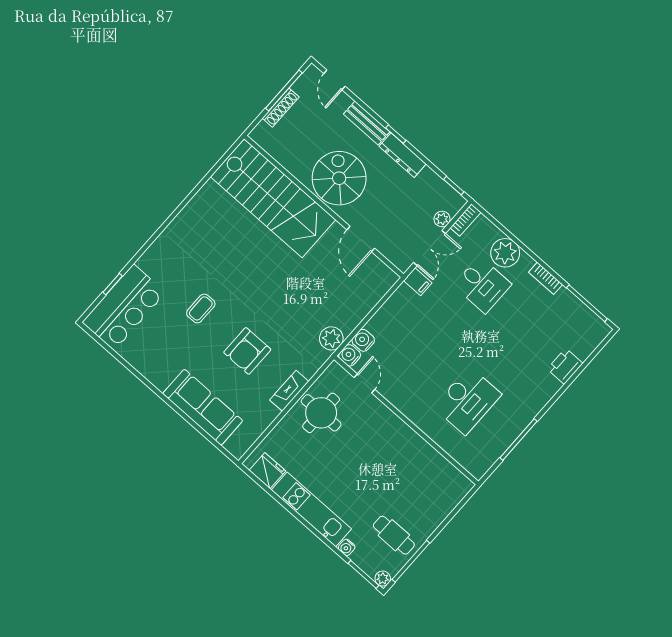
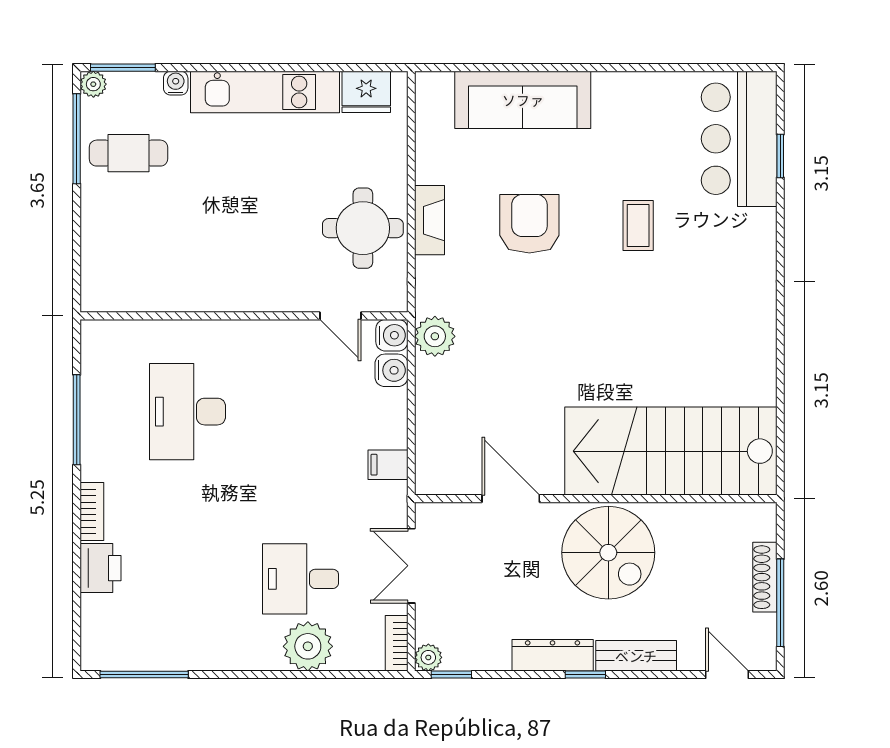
plant: (442, 219) -> (428, 657), moved
bookcase: (546, 278) -> (92, 512), moved, turned 90
filing cabinet: (418, 282) -> (388, 465), moved

